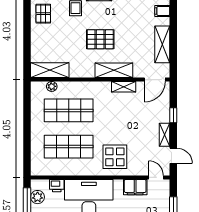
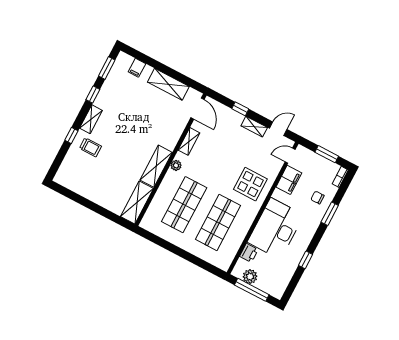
pallet: (43, 14) -> (81, 181), removed
pallet: (100, 39) -> (133, 140), removed
shelving: (114, 70) -> (156, 166), moved
plant: (52, 86) -> (176, 165), moved

